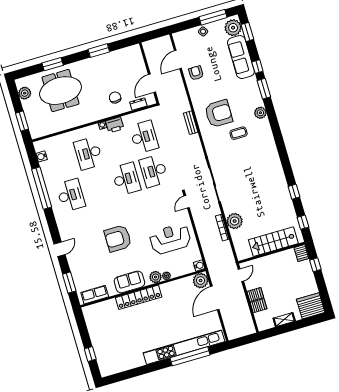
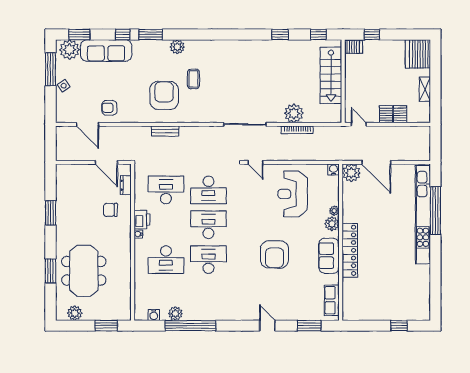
plant: (48, 173) -> (175, 314), added
desk: (71, 195) -> (208, 260), moved

